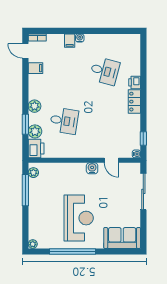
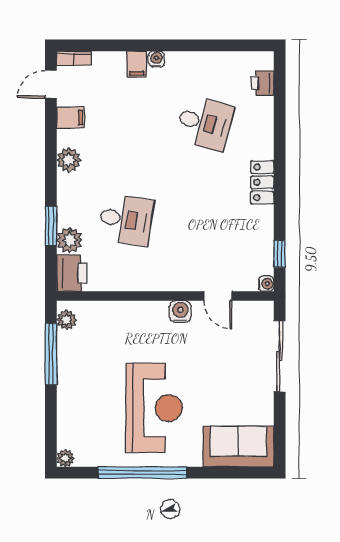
door: (25, 51) -> (51, 84), hinge flipped
printer: (135, 82) -> (263, 83), moved
plant: (35, 106) -> (69, 160), moved

